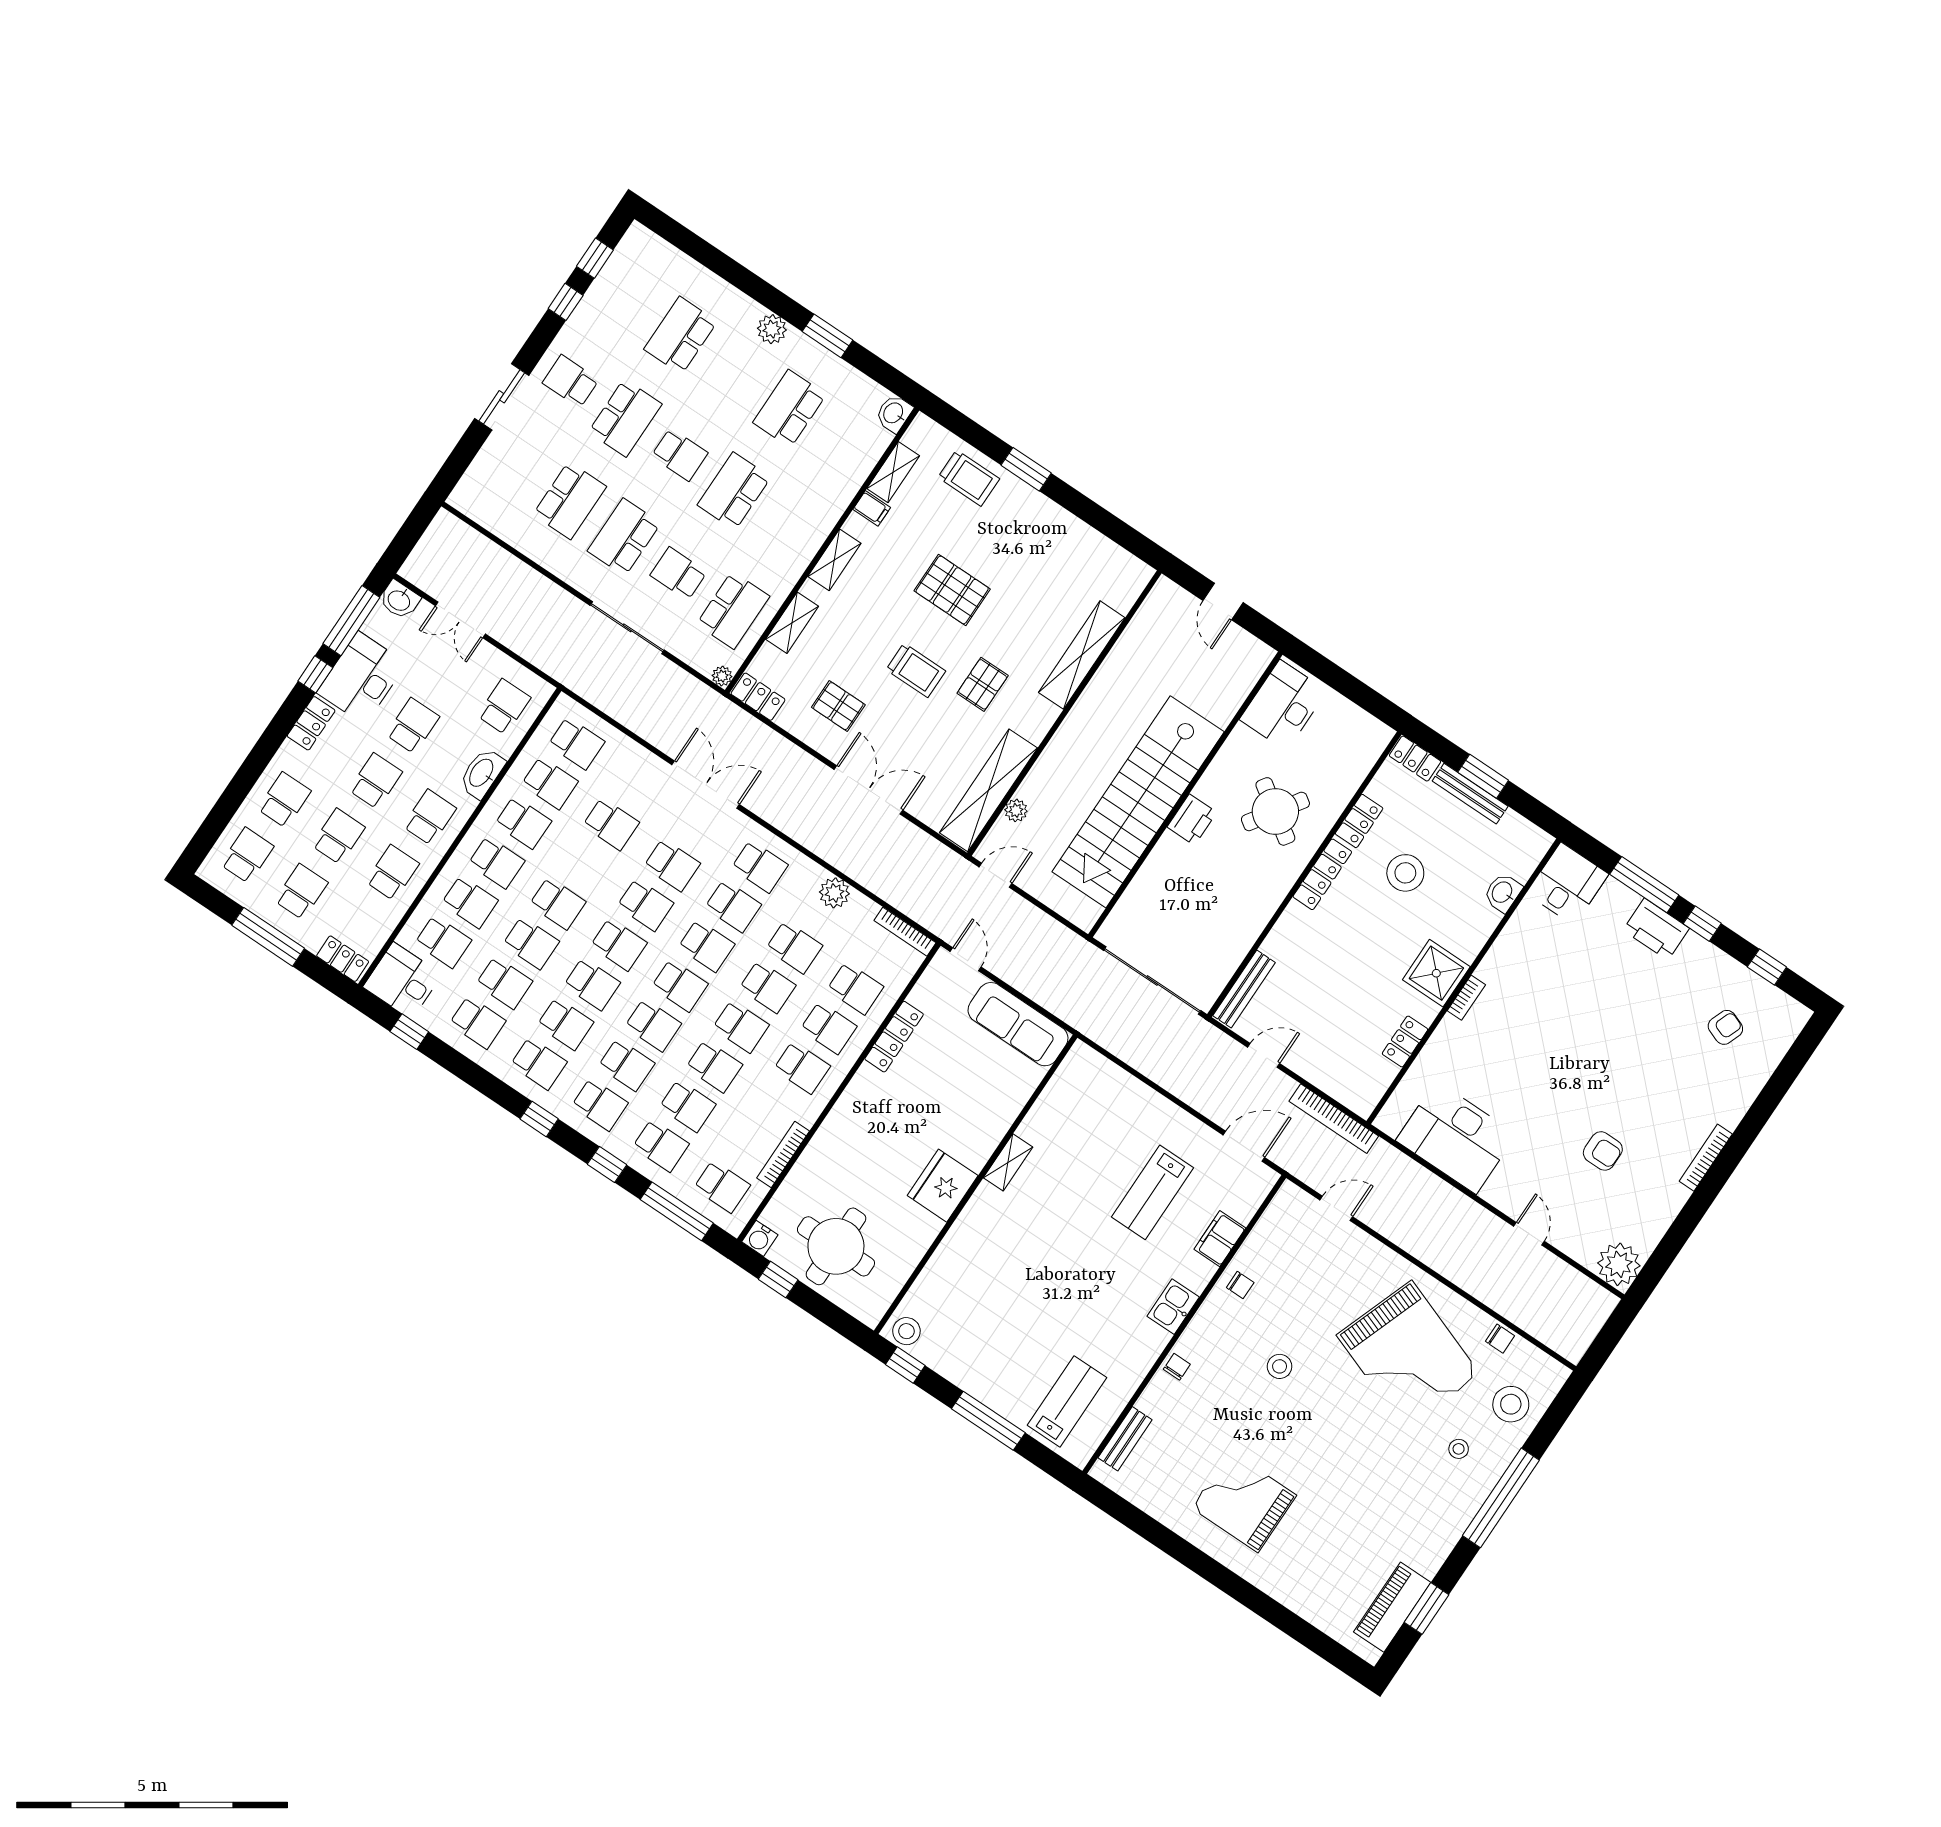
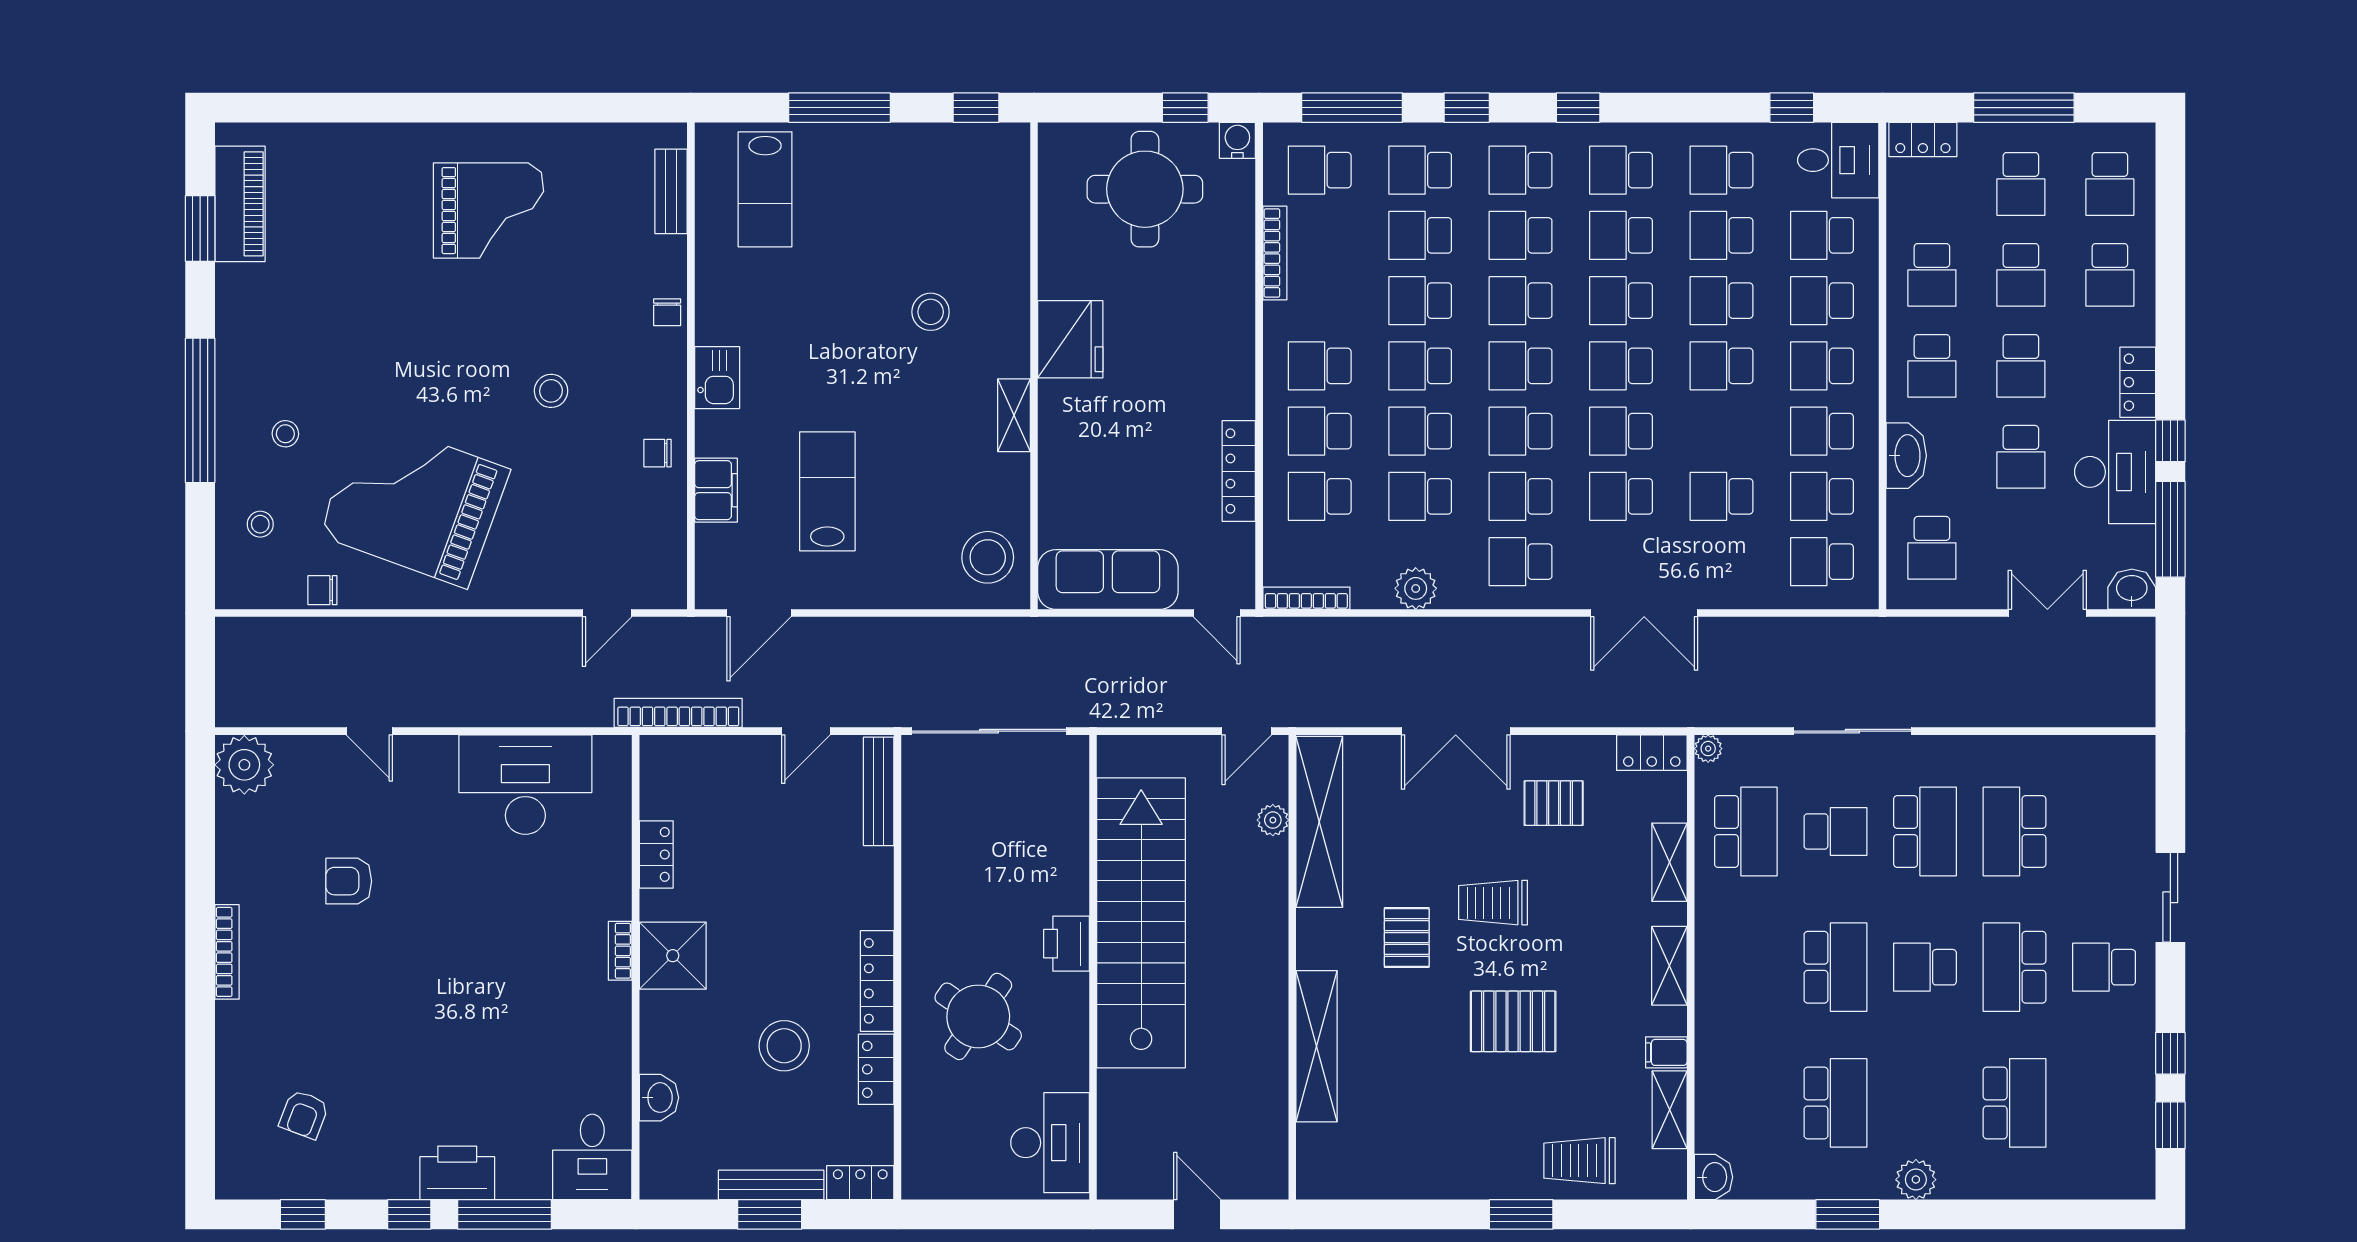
school desk: (571, 381) -> (2104, 967), turned 180
school desk: (733, 610) -> (1746, 831), turned 180
stool: (1082, 1087) -> (988, 557), added
stool: (906, 1331) -> (931, 312), moved
stool: (1511, 1404) -> (260, 524), width x0.53, depth x0.53

